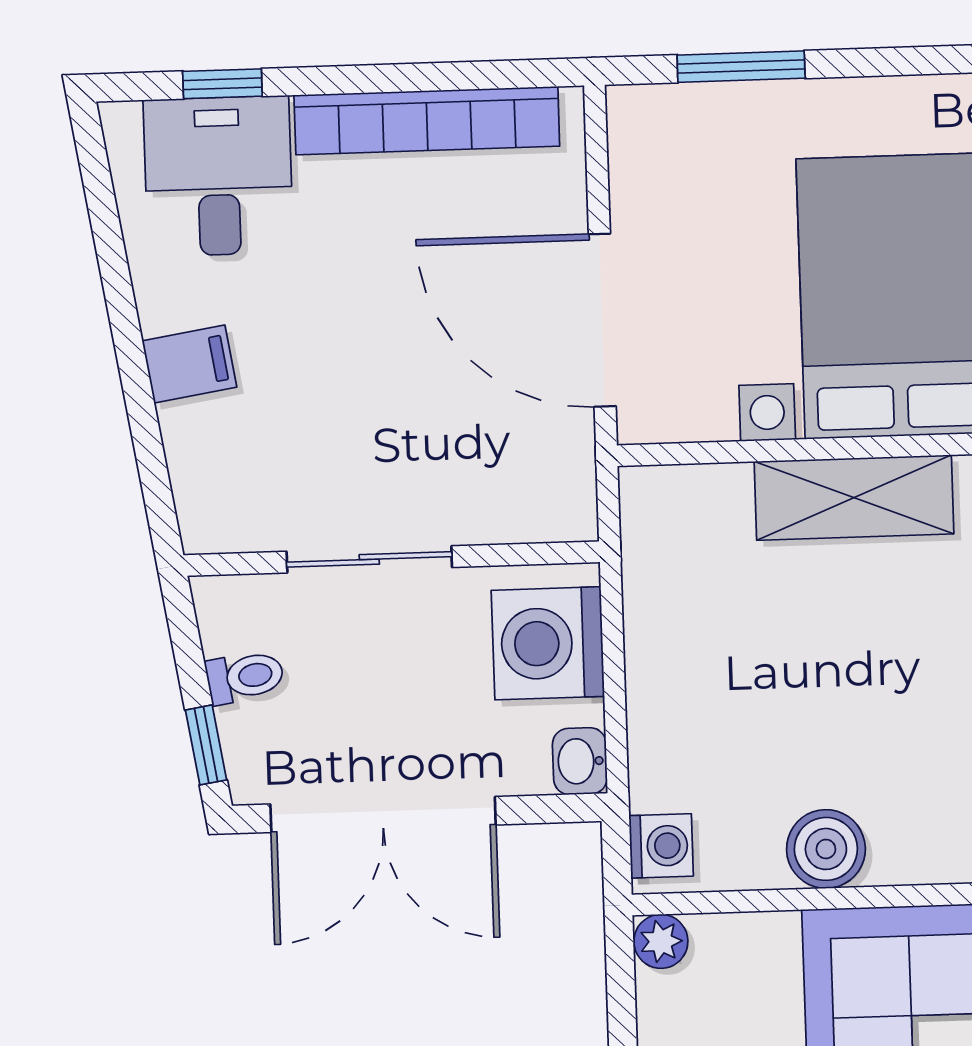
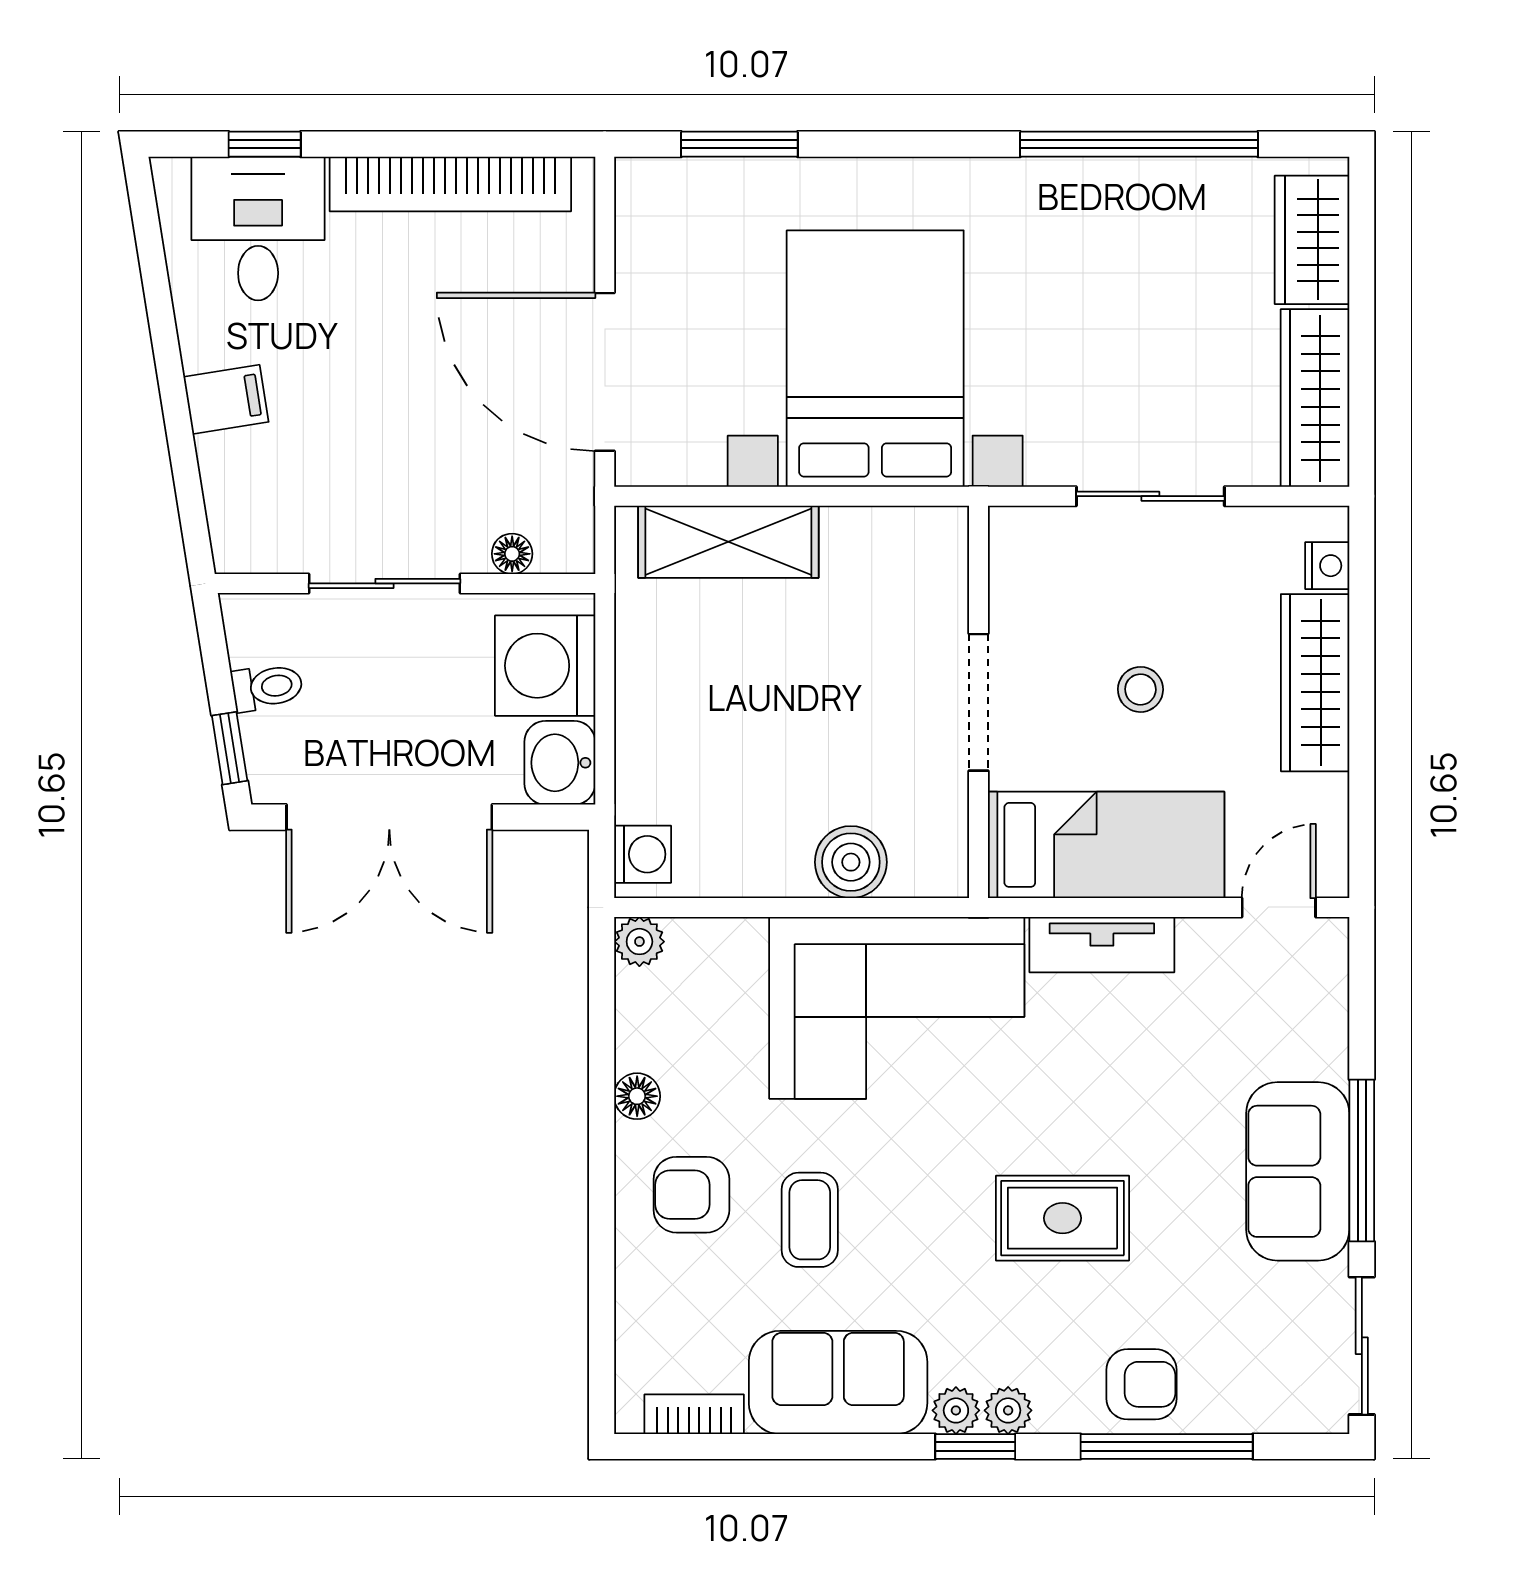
shelving: (854, 498) -> (728, 542), moved
floor lamp: (508, 522) -> (512, 554), added
washbasin: (580, 761) -> (560, 763), width x1.38, depth x1.45
boiler: (826, 849) -> (851, 862), moved

